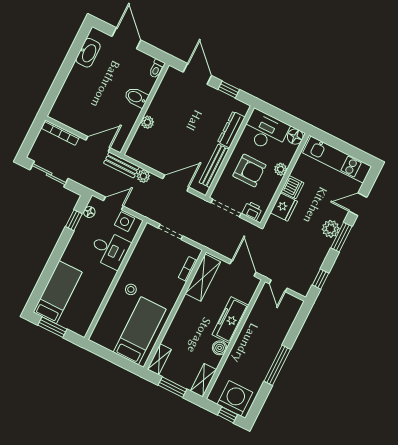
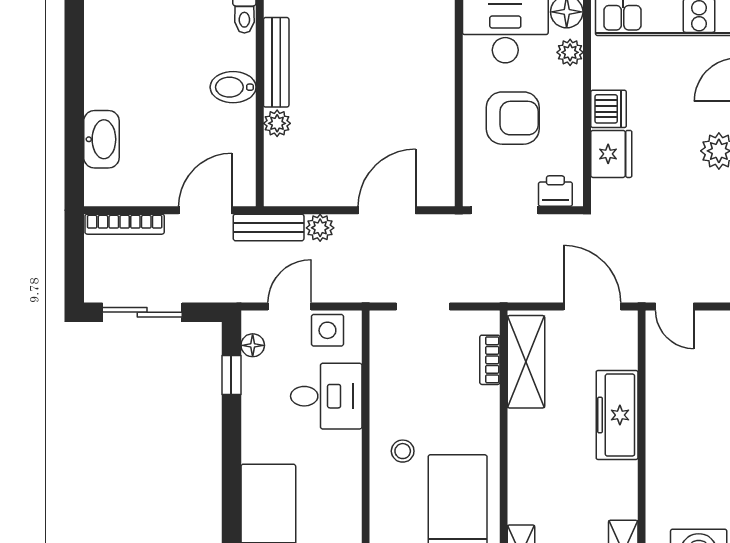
washbasin: (88, 53) -> (101, 139), moved
dresser: (231, 130) -> (441, 59), removed
bench: (214, 166) -> (276, 62), moved
plant: (281, 169) -> (570, 52), moved
boiler: (220, 348) -> (623, 477), removed

